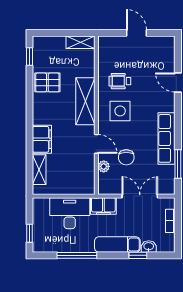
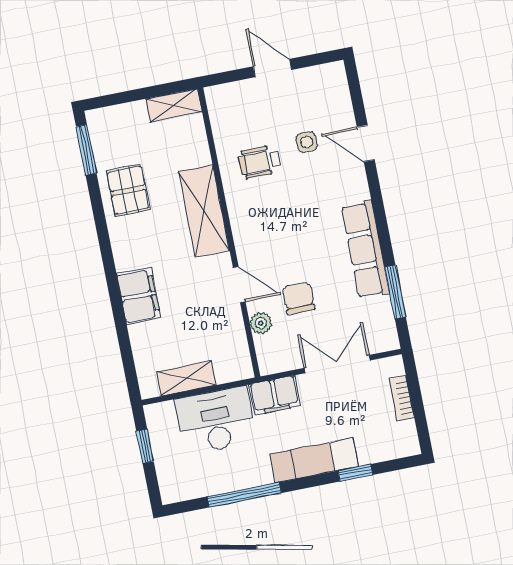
window: (29, 57) -> (86, 150), width x1.50
pallet: (47, 82) -> (128, 190), turned 90
side table: (120, 111) -> (307, 142), moved, width x0.54, depth x0.54
chair: (126, 157) -> (299, 298), turned 180
shelving: (39, 170) -> (186, 378), moved, turned 90
window: (29, 233) -> (145, 446), moved
washbasin: (149, 247) -> (372, 453), removed

